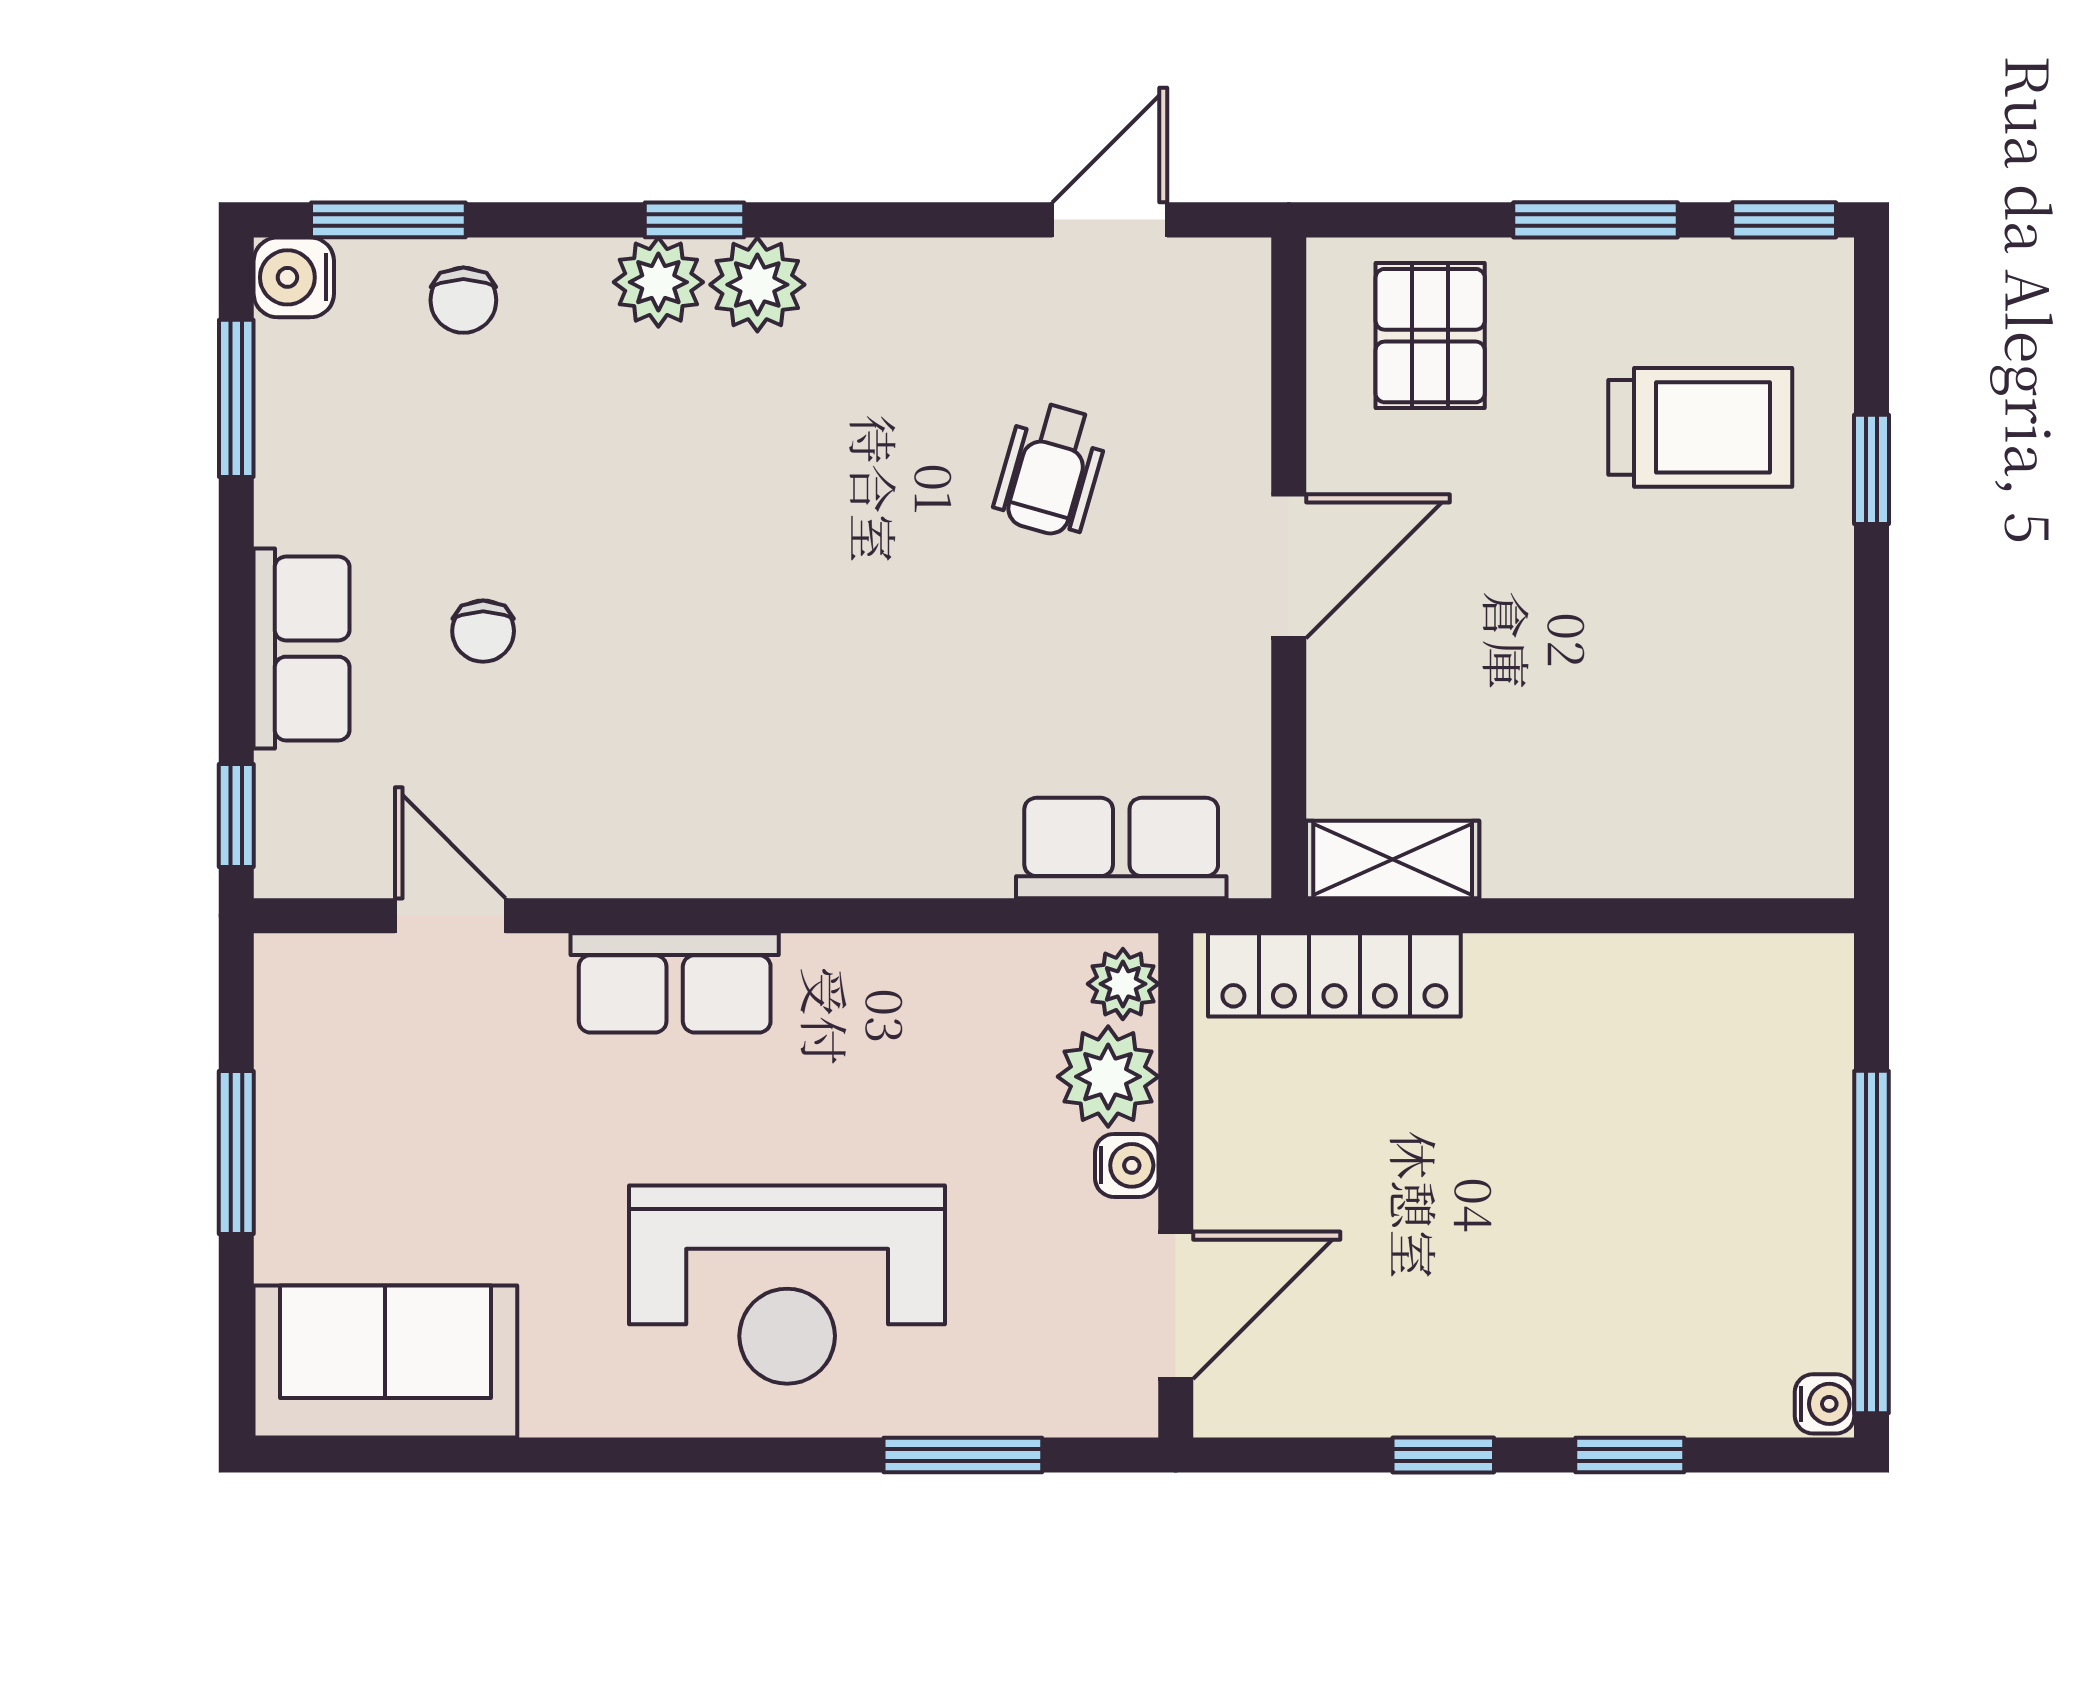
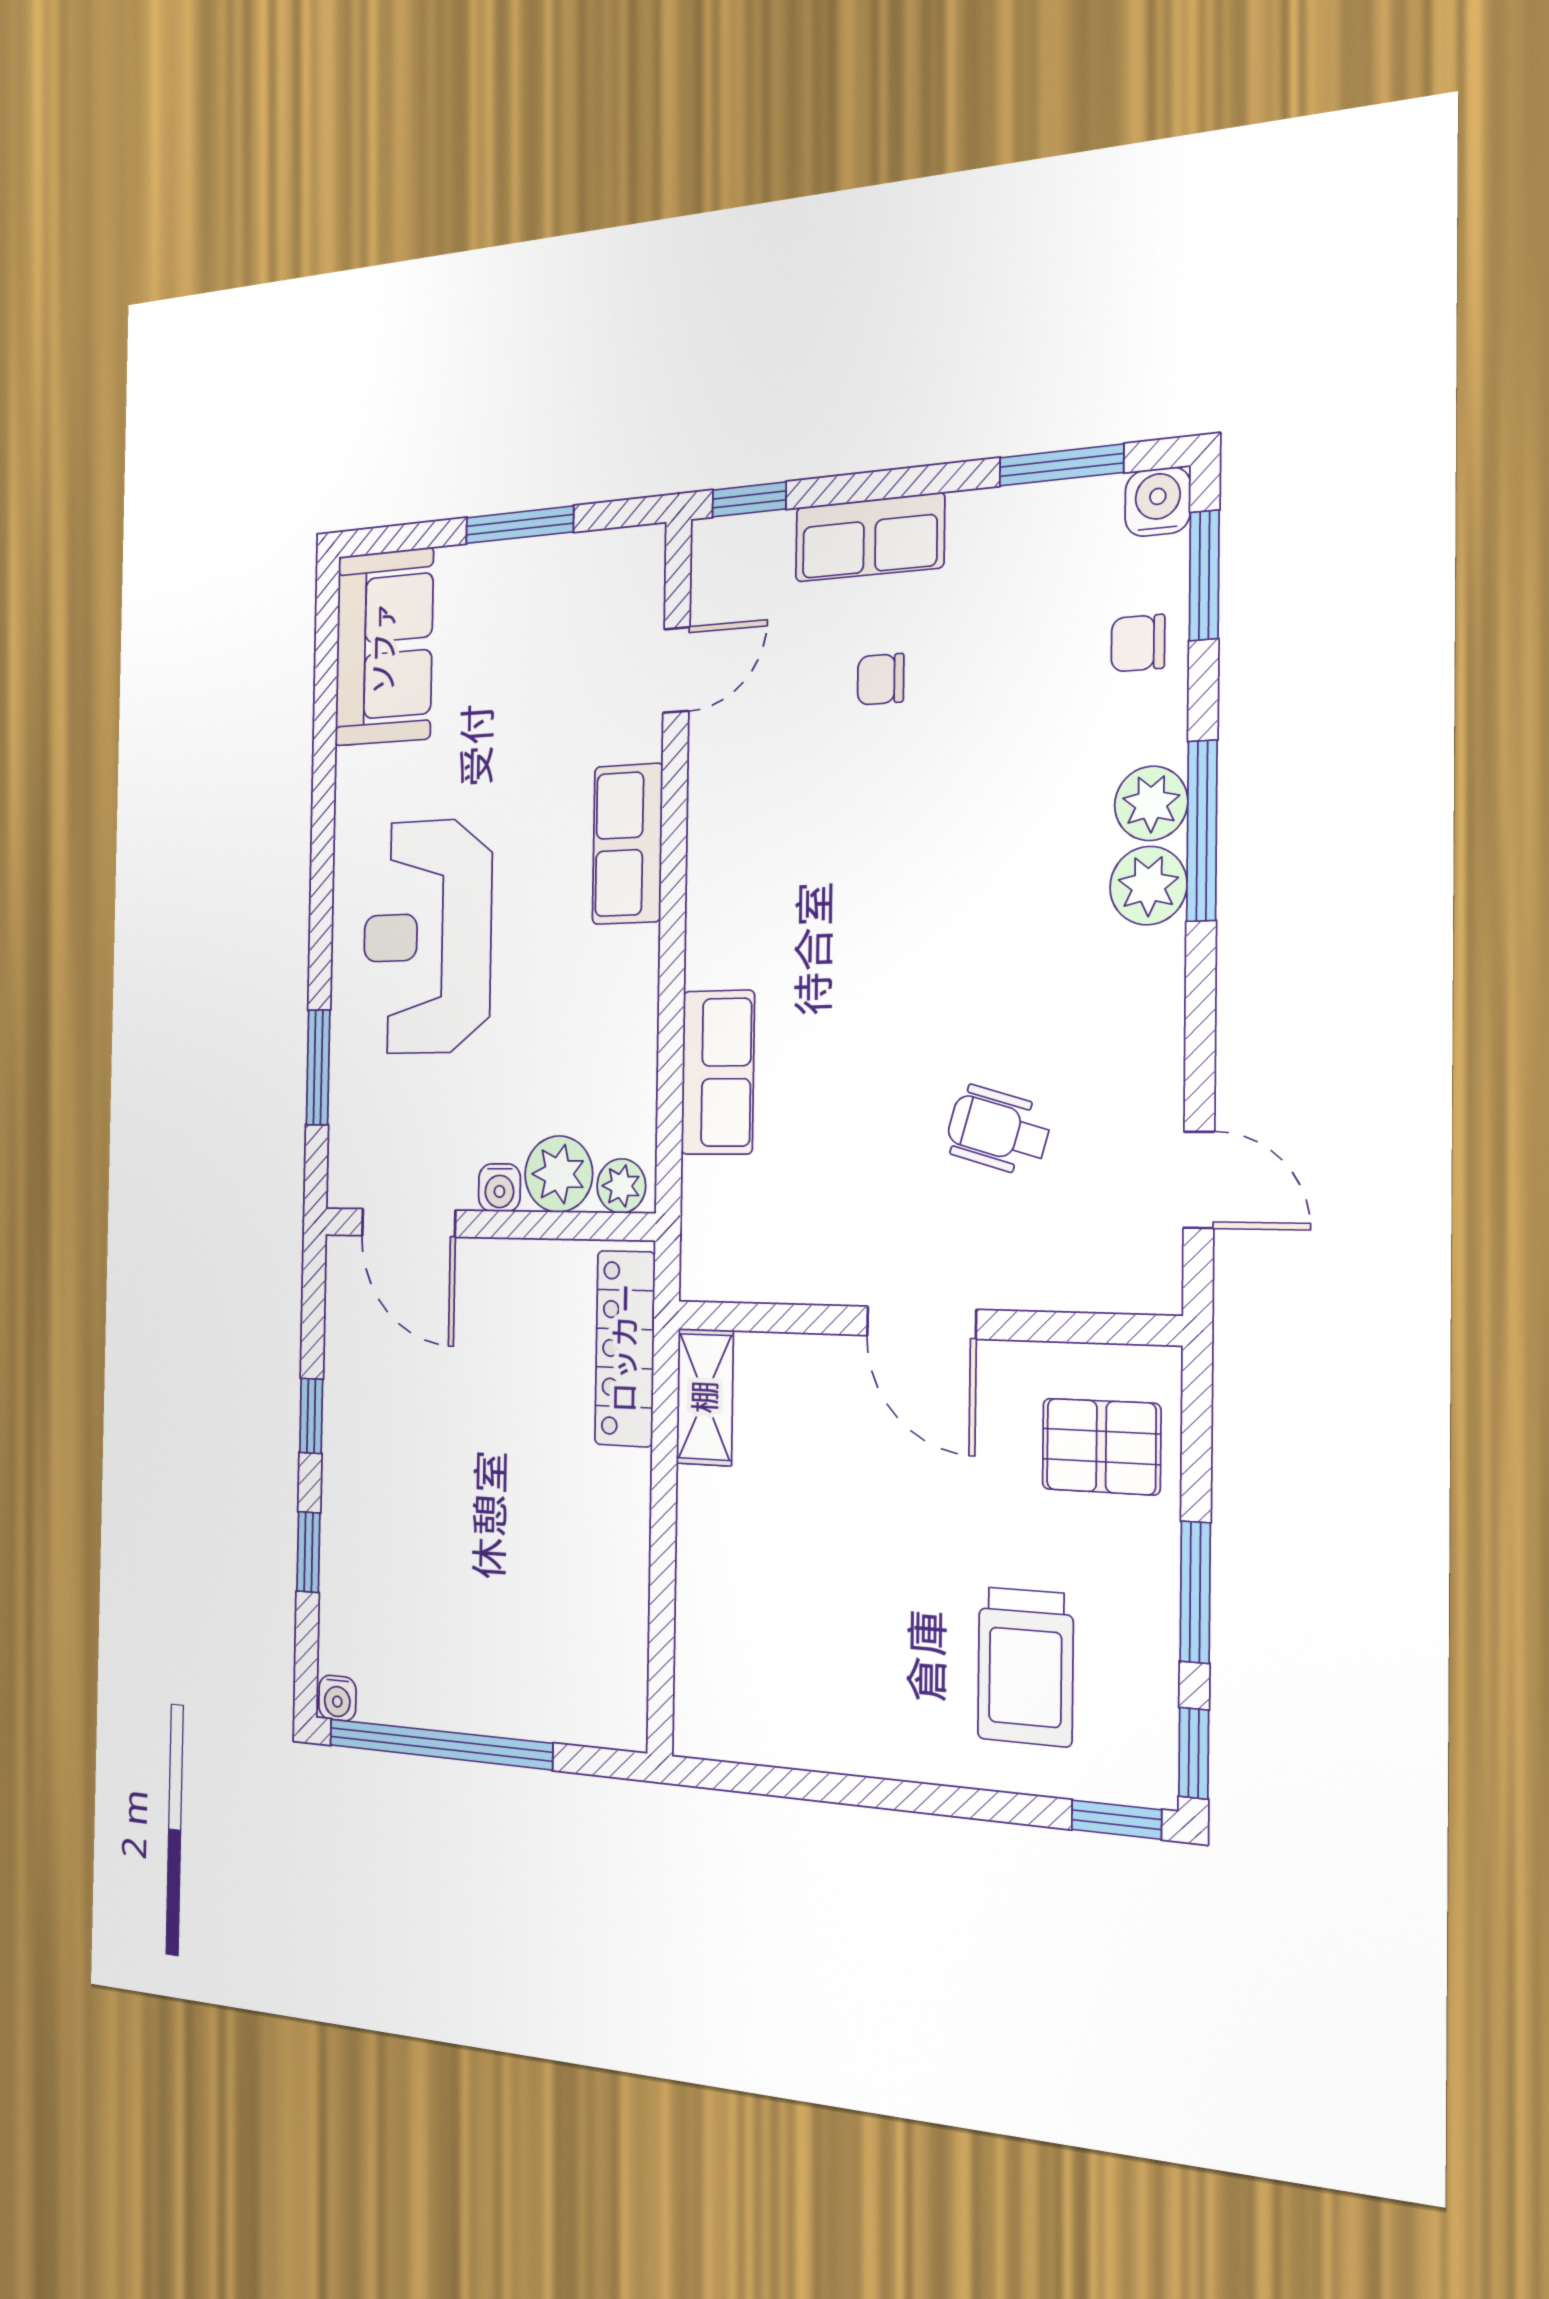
window: (694, 220) -> (1202, 831), width x2.17
window: (1872, 469) -> (1116, 1820), moved
row of seats: (1121, 848) -> (718, 1072), moved

